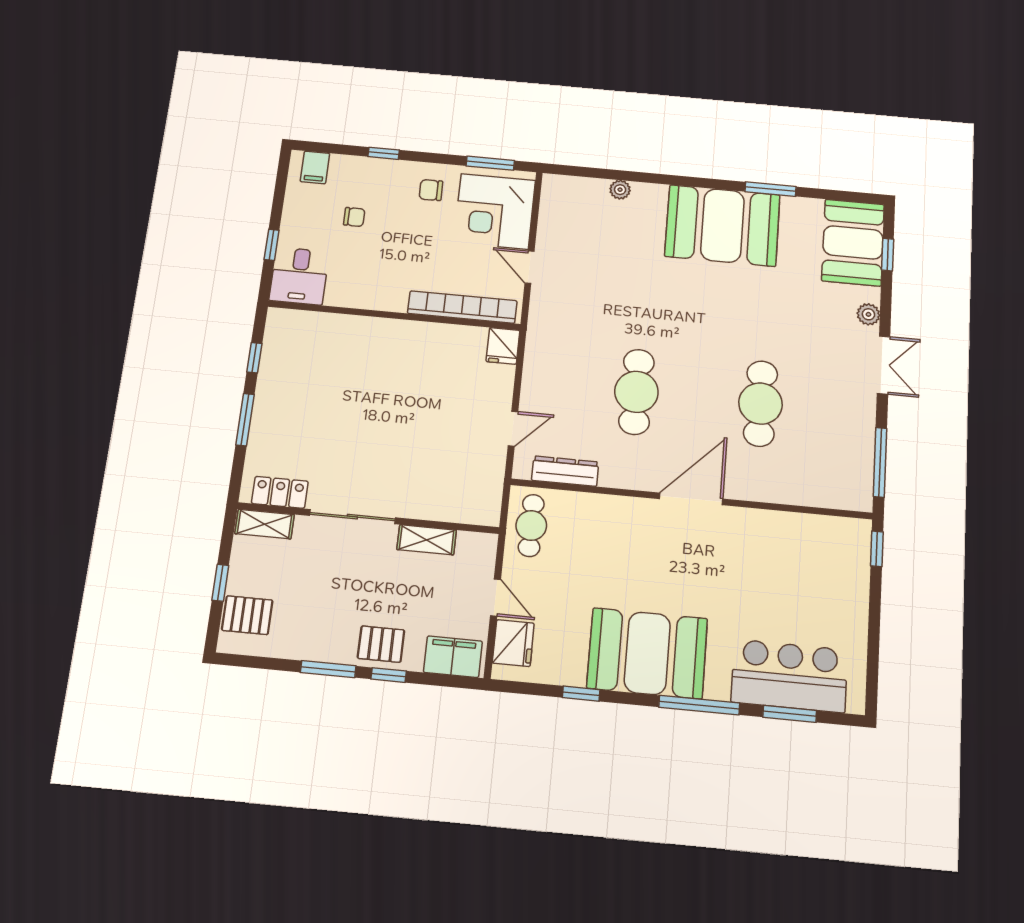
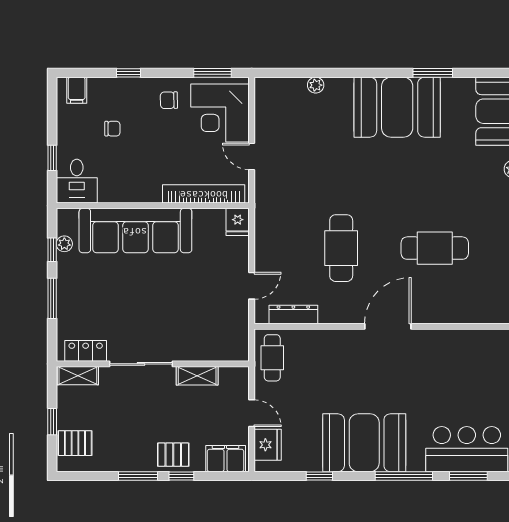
sofa: (367, 344) -> (135, 231), added
plant: (272, 352) -> (64, 244), added
cafe table: (761, 404) -> (435, 248), turned 90

